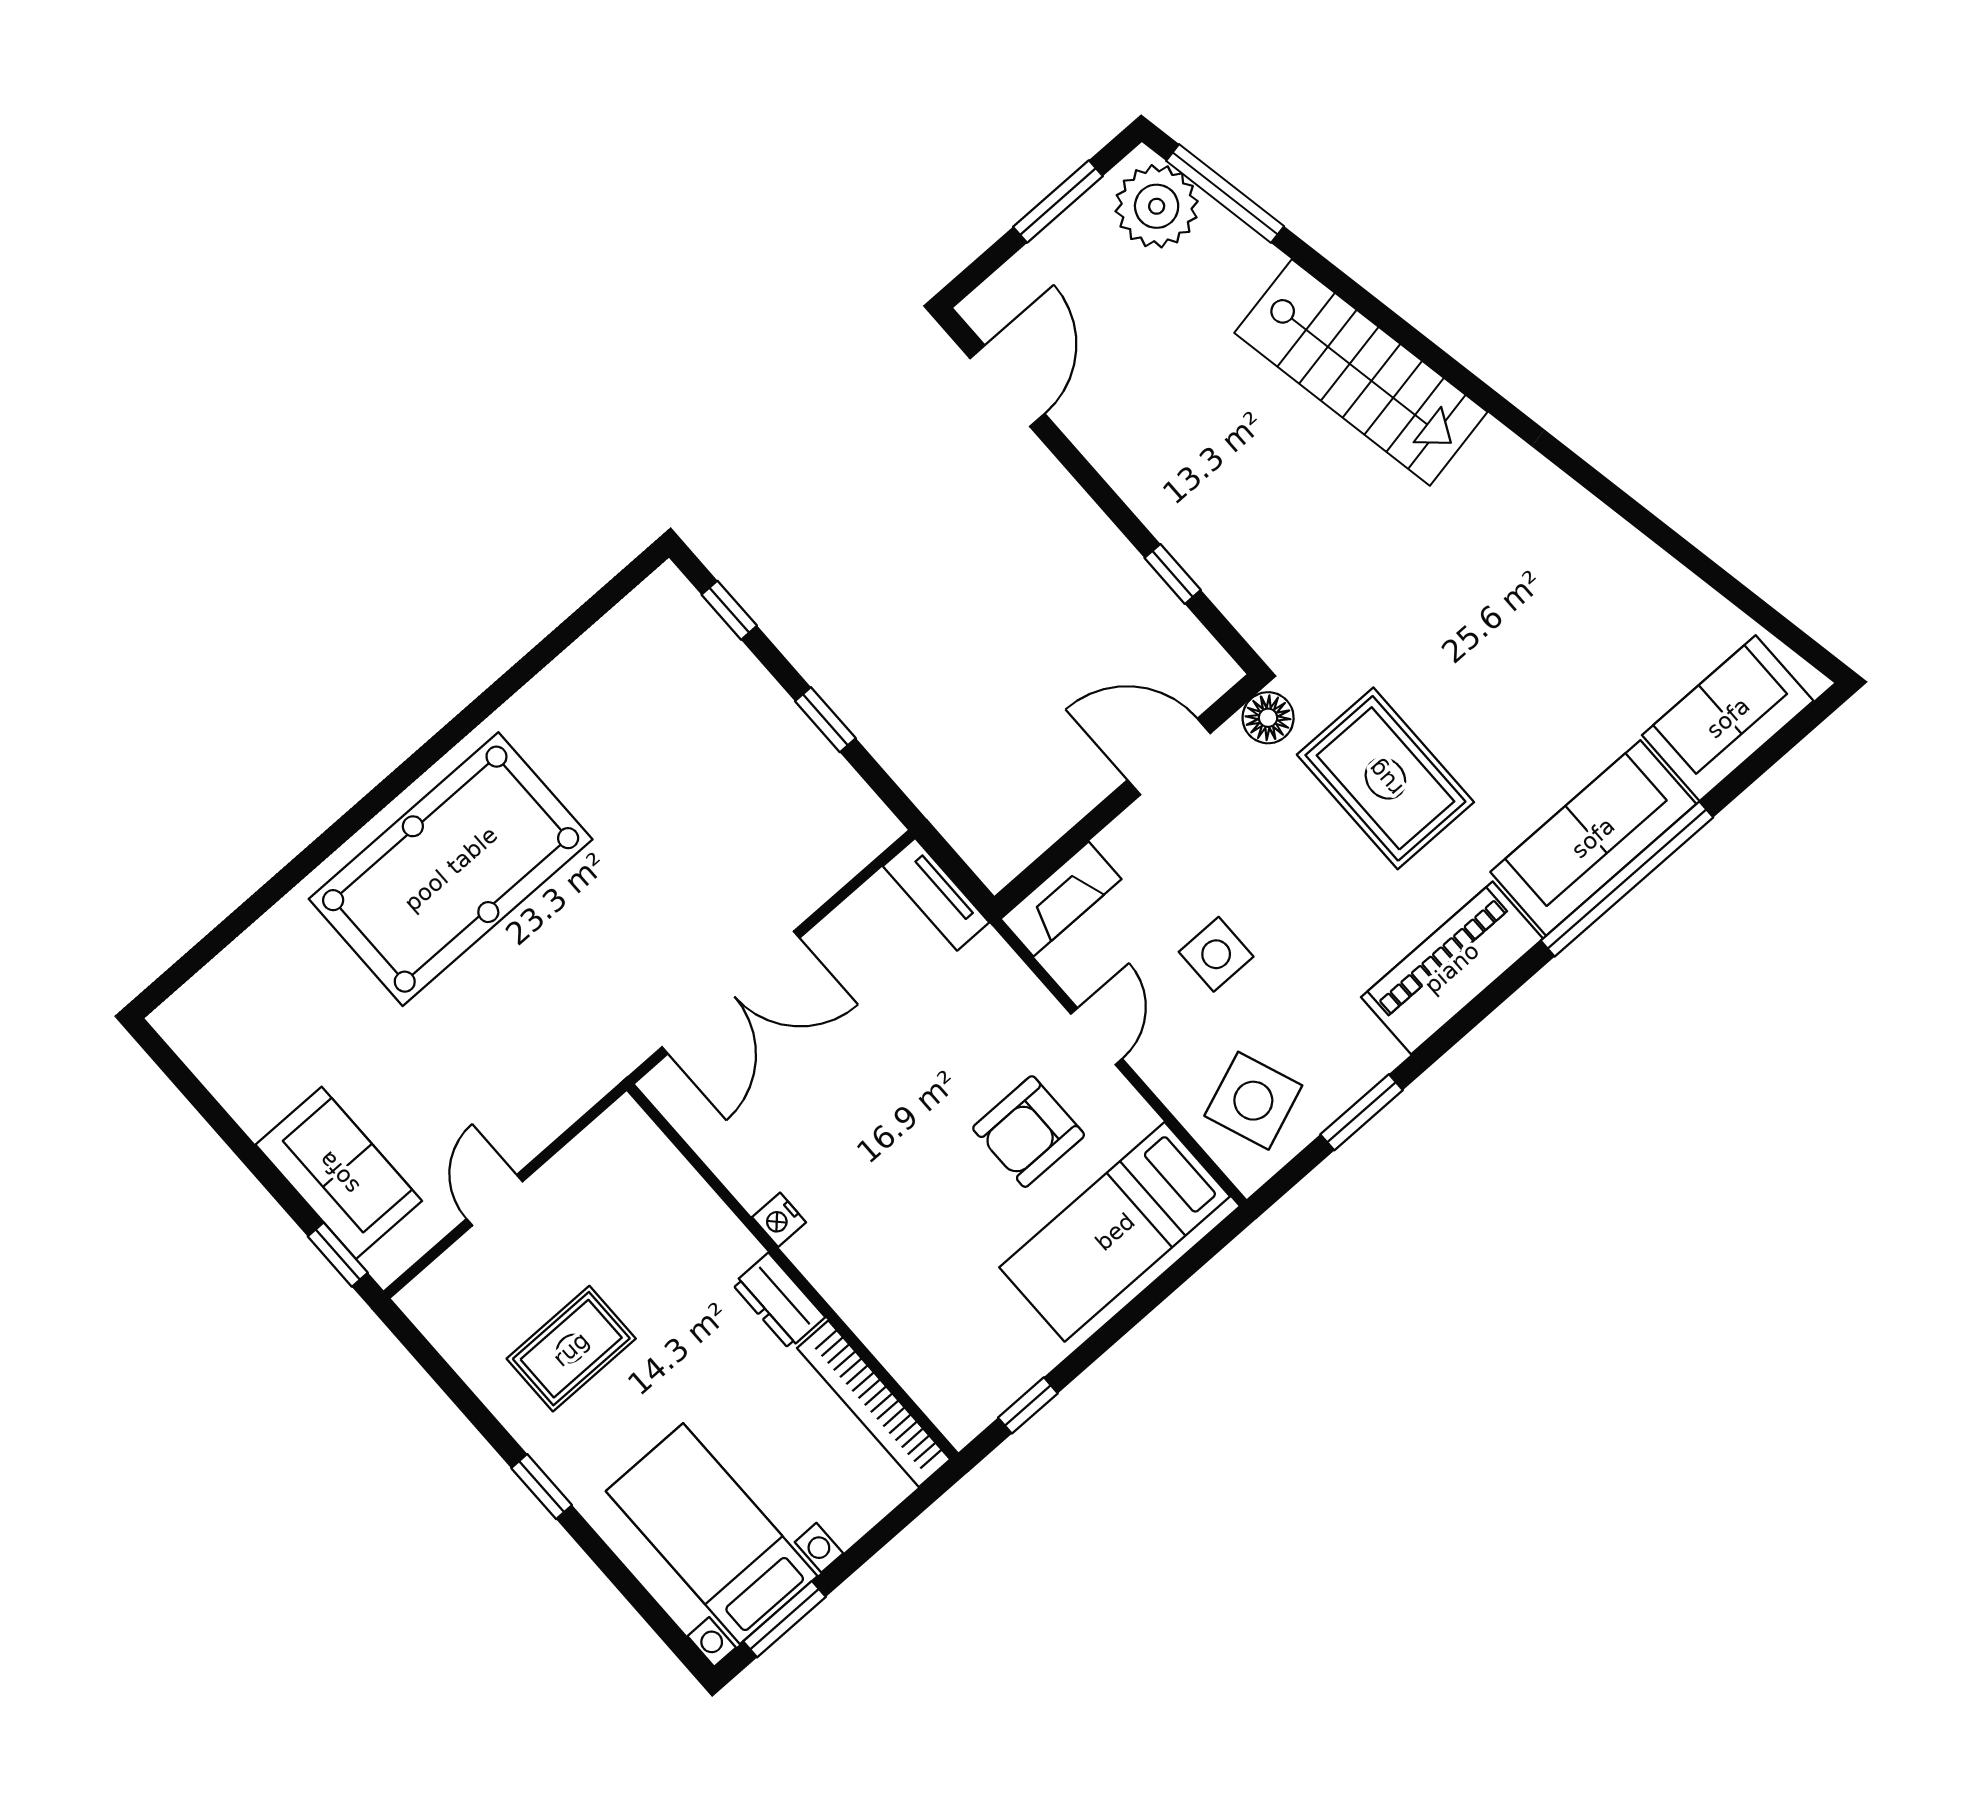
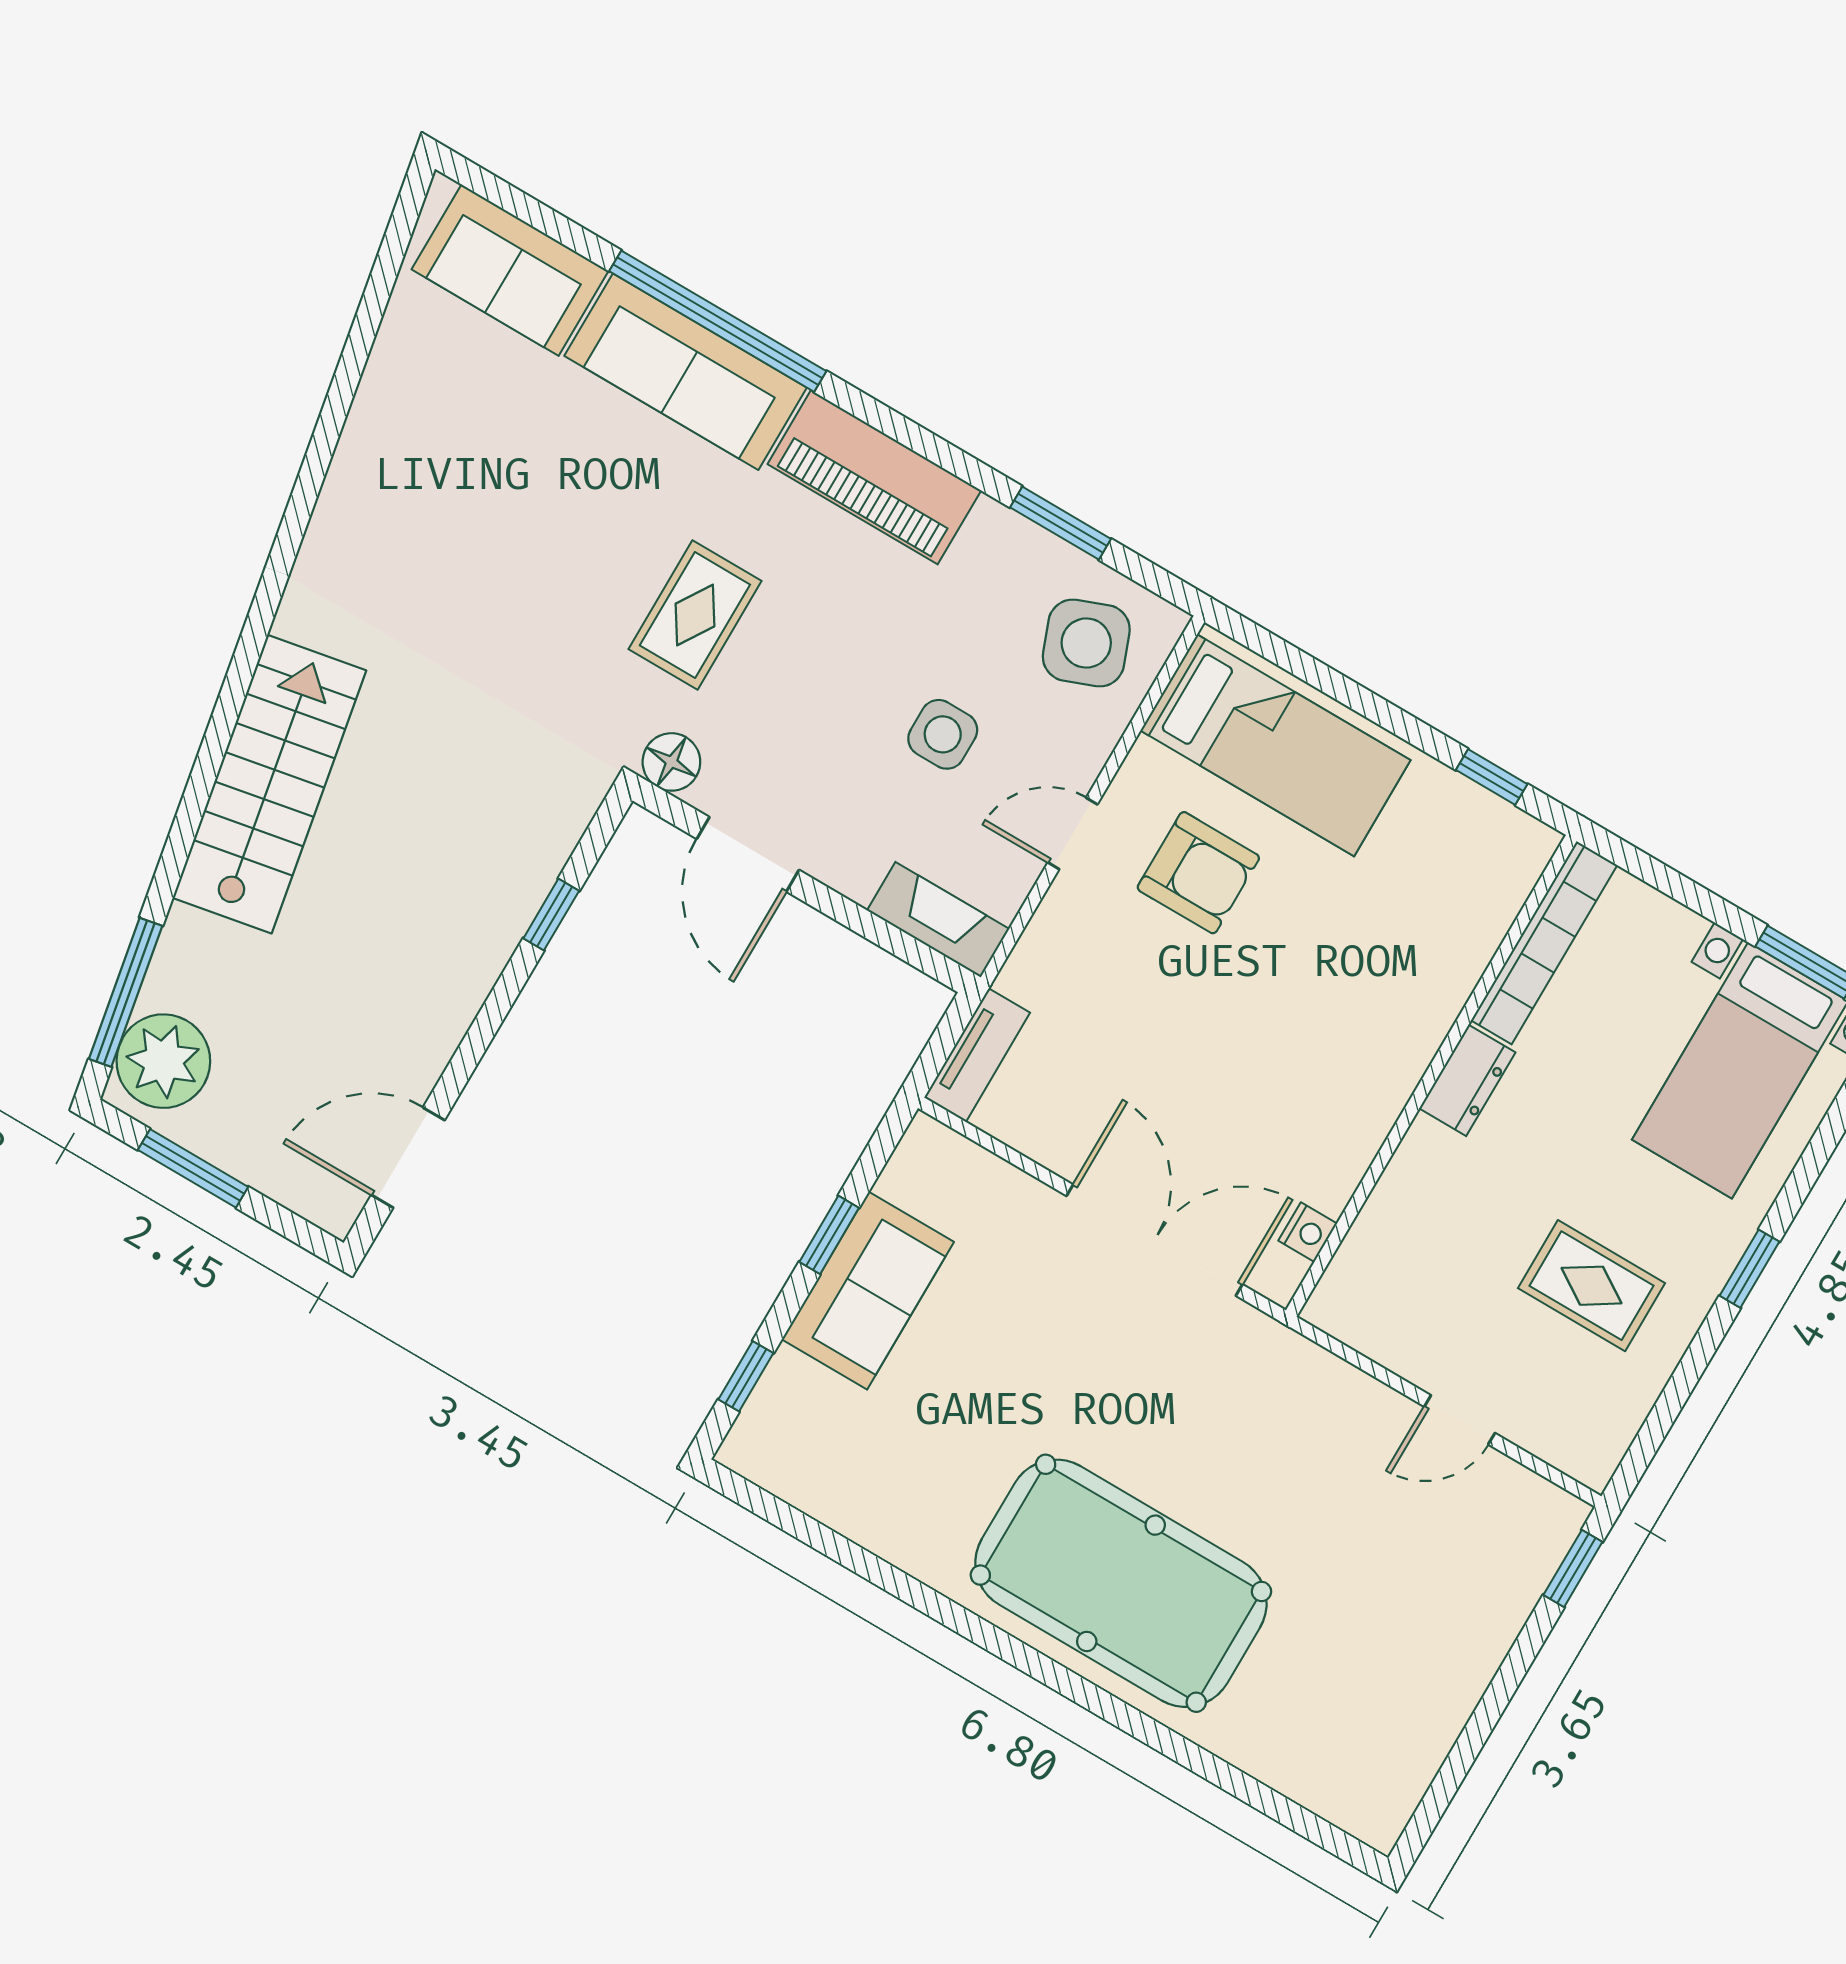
rug: (1385, 778) -> (695, 615), width x0.73, depth x0.70
sofa: (339, 1173) -> (868, 1291), moved, turned 180
nightstand: (779, 1220) -> (1308, 1232), moved

